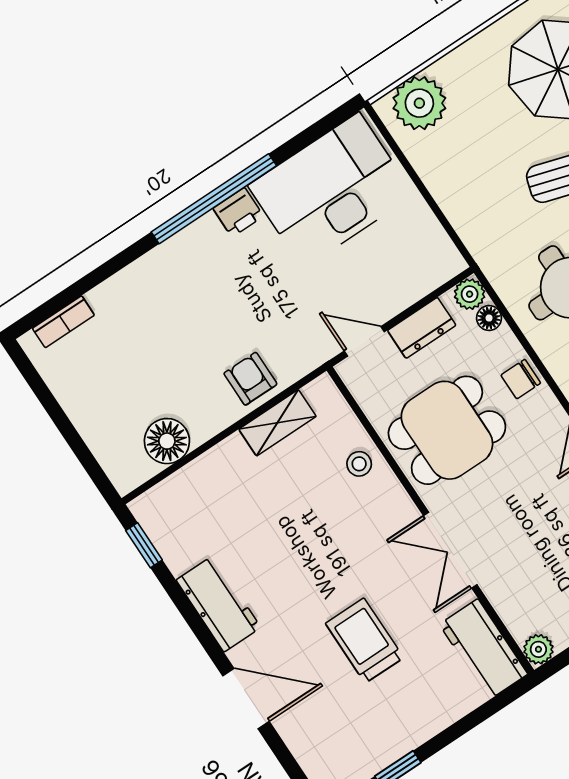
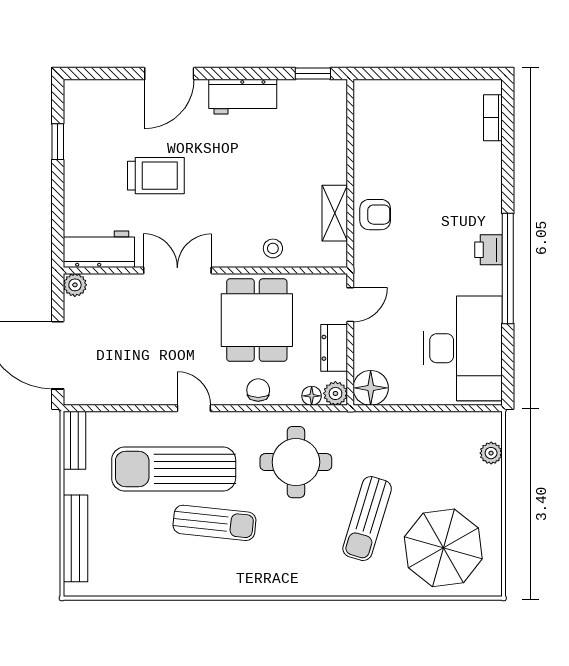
plant: (419, 103) -> (491, 453), width x0.53, depth x0.53
printer: (238, 212) -> (489, 250), moved
floor lamp: (167, 441) -> (371, 388), moved

